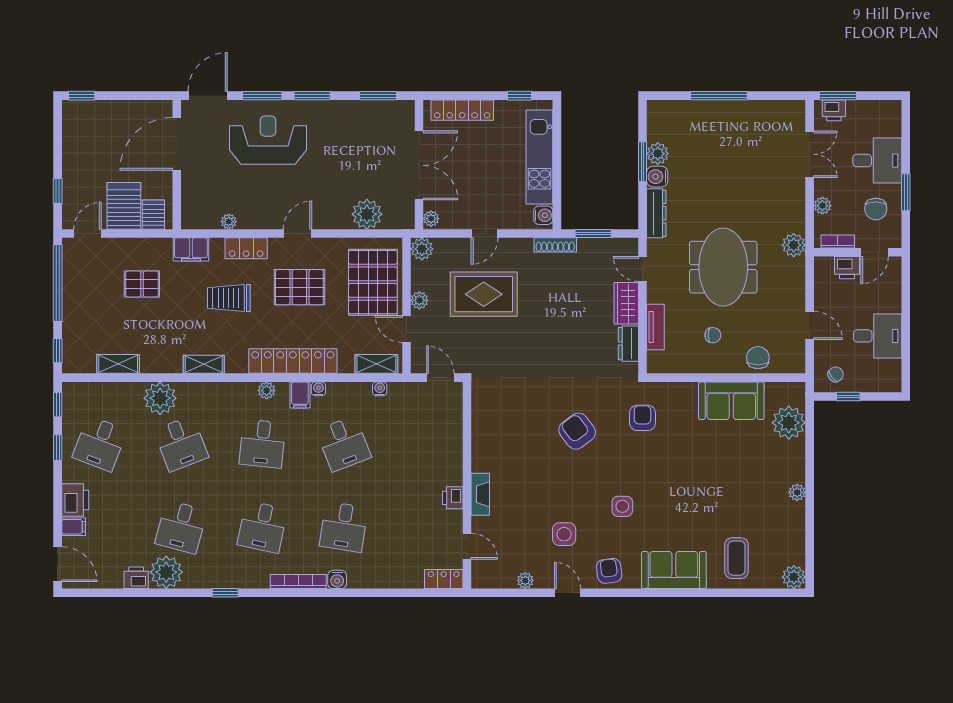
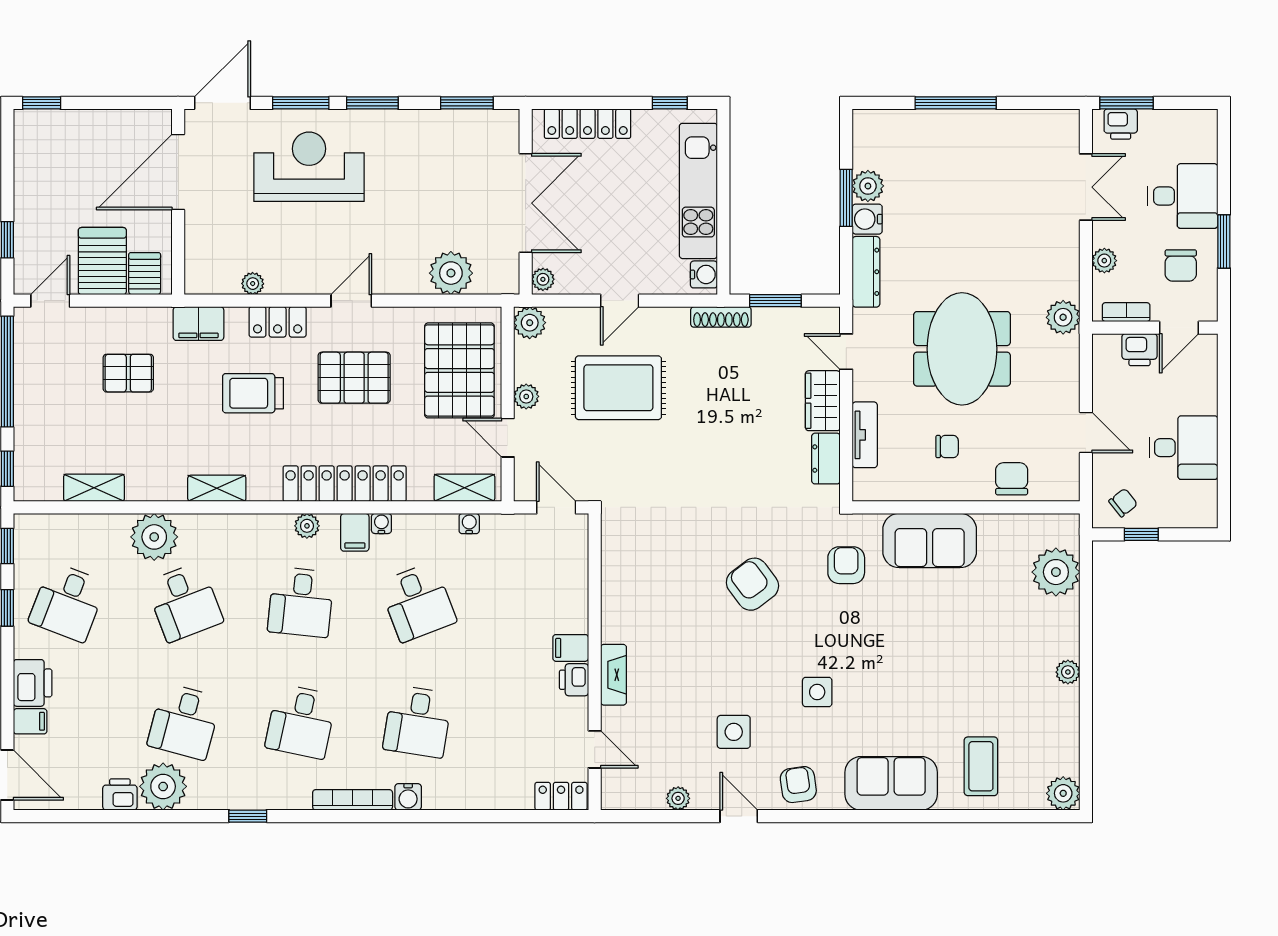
sofa: (731, 401) -> (930, 541), moved
filing cabinet: (450, 476) -> (571, 648), added

